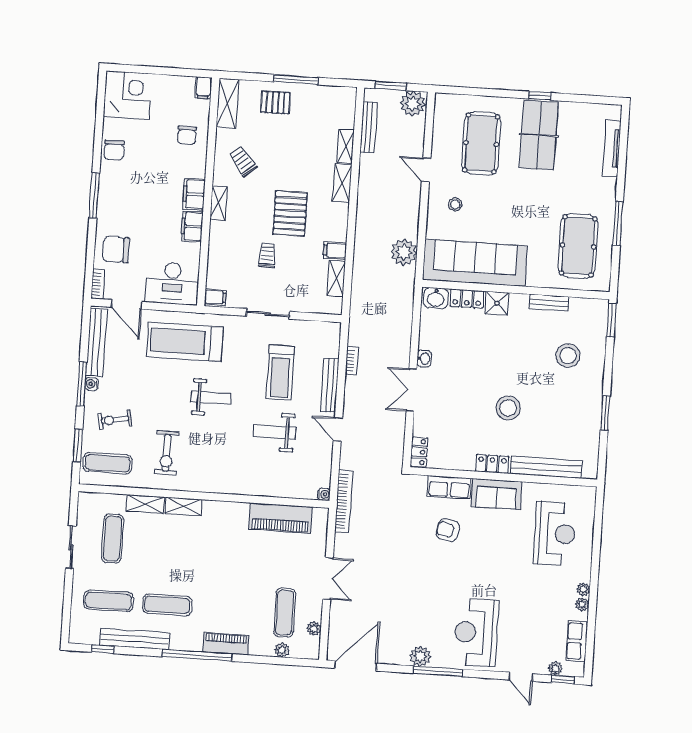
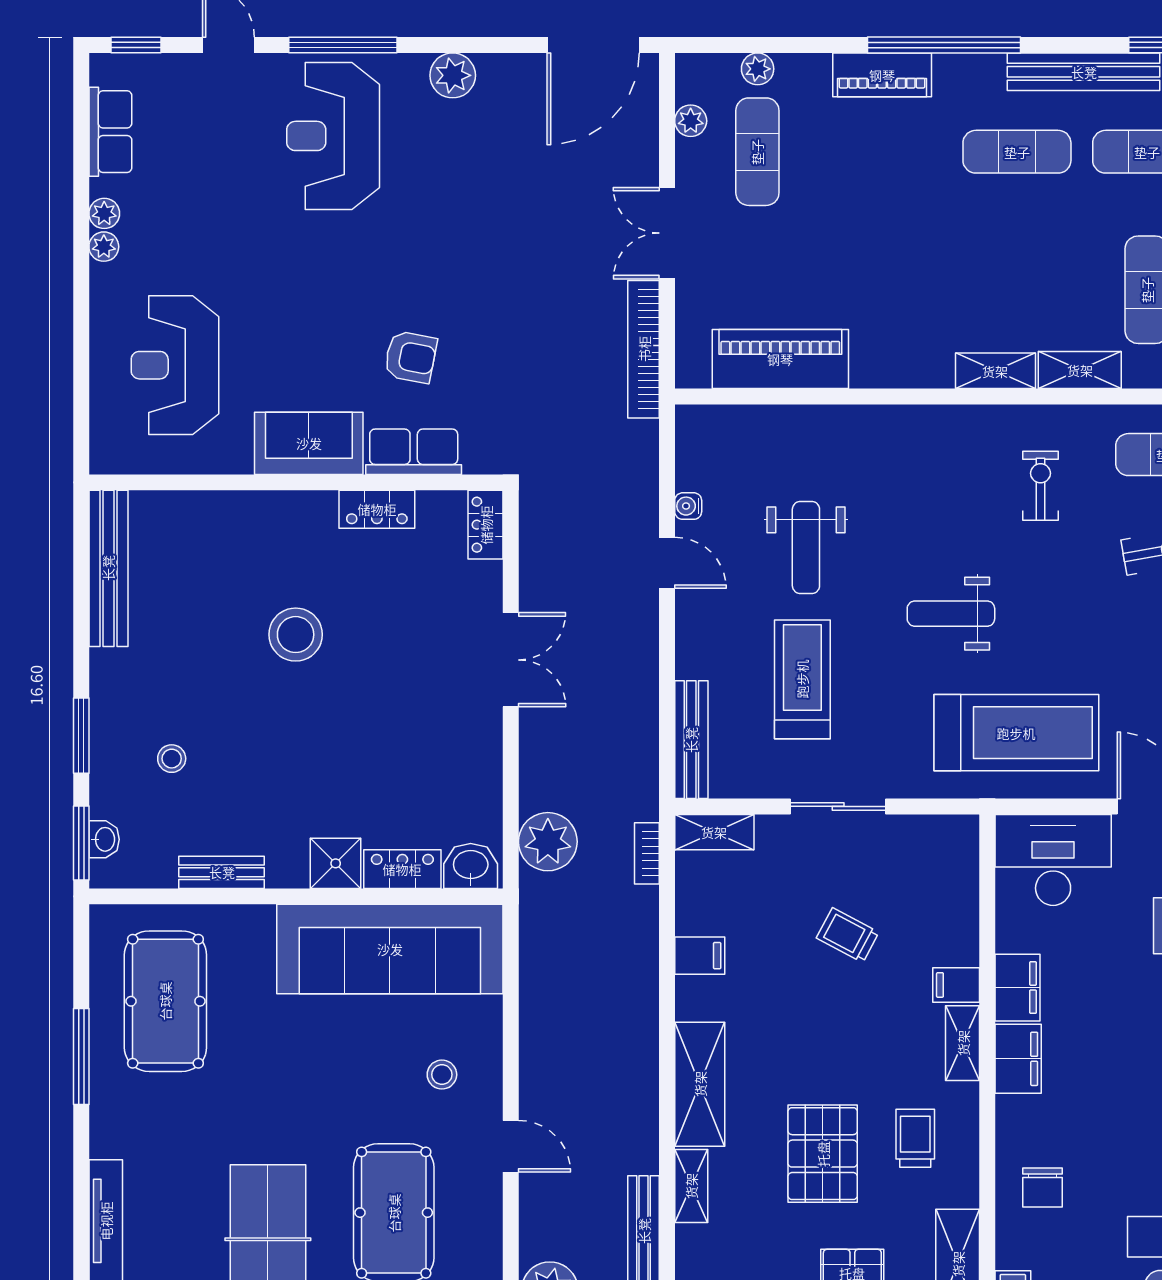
chair: (187, 135) -> (1042, 1188), turned 180
trolley: (243, 161) -> (915, 1138), turned -141
shelving: (342, 183) -> (700, 1084), width x1.50, depth x1.33
pallet: (290, 213) -> (823, 1154), moved
plant: (404, 252) -> (548, 842), moved
trolley: (267, 255) -> (848, 935), turned 118
shelving: (336, 278) -> (714, 832), moved, turned 90
filing cabinet: (215, 297) -> (956, 985), moved
stool: (568, 356) -> (172, 759), width x0.53, depth x0.53
washbasin: (424, 359) -> (104, 839), moved, turned 180
bookcase: (352, 361) -> (647, 853), moved
bench: (330, 385) -> (691, 740), moved
window: (605, 413) -> (81, 736), moved
weight bench: (275, 432) -> (806, 548), turned 90
exercise bike: (167, 453) -> (1040, 486), width x0.73, depth x0.72
locker: (492, 464) -> (377, 509), moved
bench: (546, 467) -> (108, 568), moved, turned 90
water cooler: (324, 494) -> (688, 506), moved
bookcase: (344, 501) -> (644, 349), moved
reception desk: (476, 632) -> (333, 136), turned 180
plant: (555, 669) -> (154, 68), removed
window: (438, 671) -> (343, 45), moved

